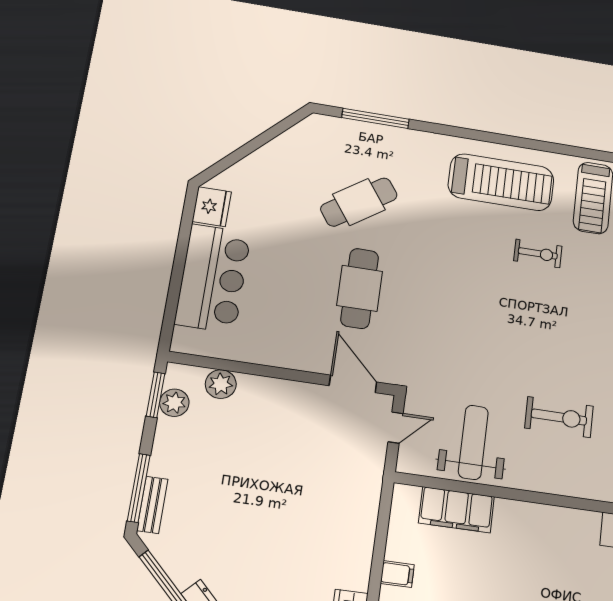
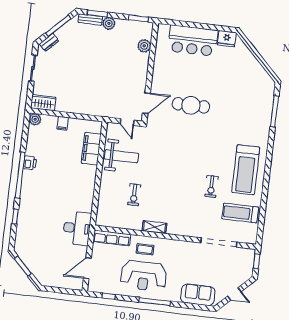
cafe table: (359, 202) -> (232, 104), removed
plant: (174, 403) -> (109, 23), moved
exercise bike: (559, 417) -> (134, 195), width x0.73, depth x0.72
window: (139, 488) -> (97, 14), width x0.69

